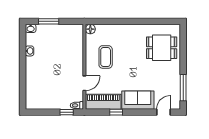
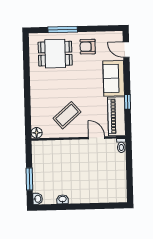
dining table: (162, 48) -> (55, 54), turned 90
coffee table: (106, 57) -> (67, 115), turned -41
armchair: (167, 77) -> (88, 47), added
window: (183, 88) -> (63, 30), moved
window: (67, 112) -> (129, 157), removed

